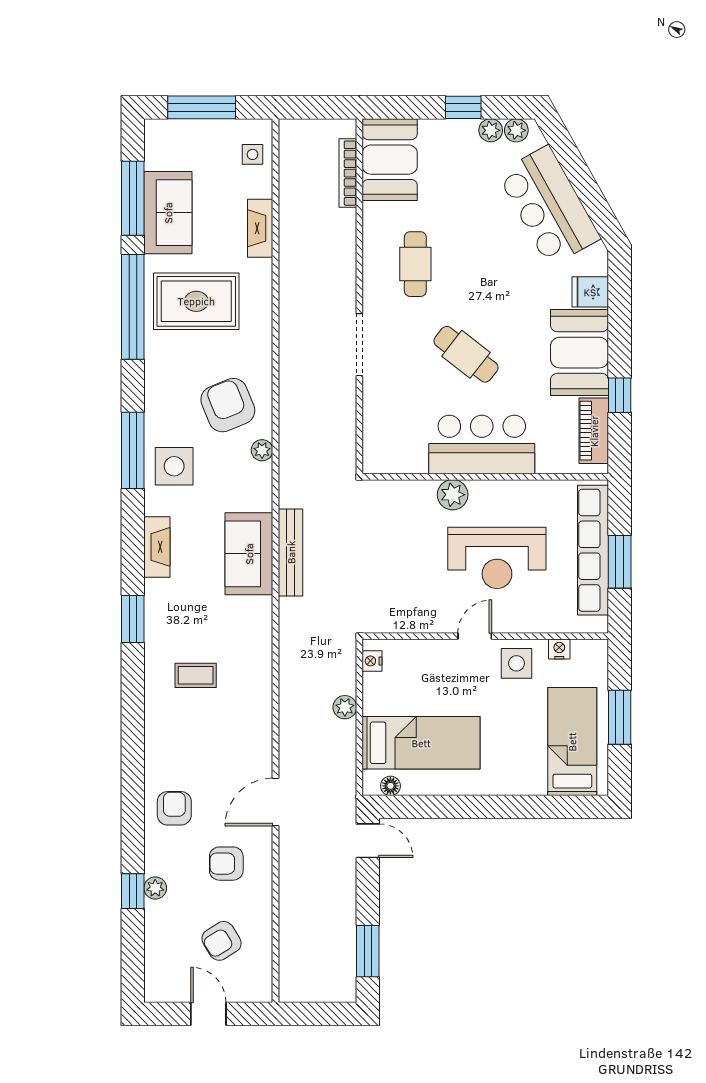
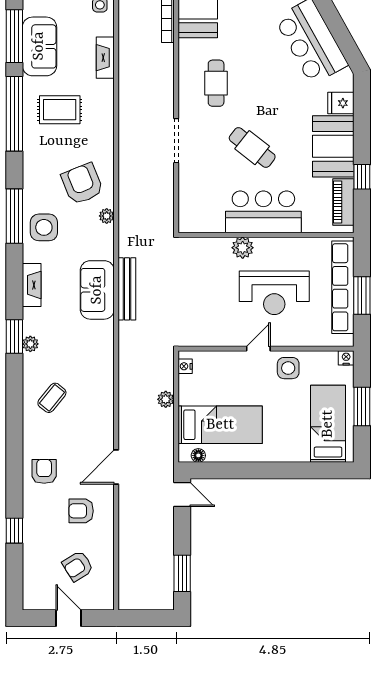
rug: (196, 301) -> (60, 110), width x0.73, depth x0.70
nightstand: (559, 649) -> (346, 358), moved
coffee table: (196, 675) -> (52, 398), moved, turned -51
plant: (155, 888) -> (30, 344), moved

